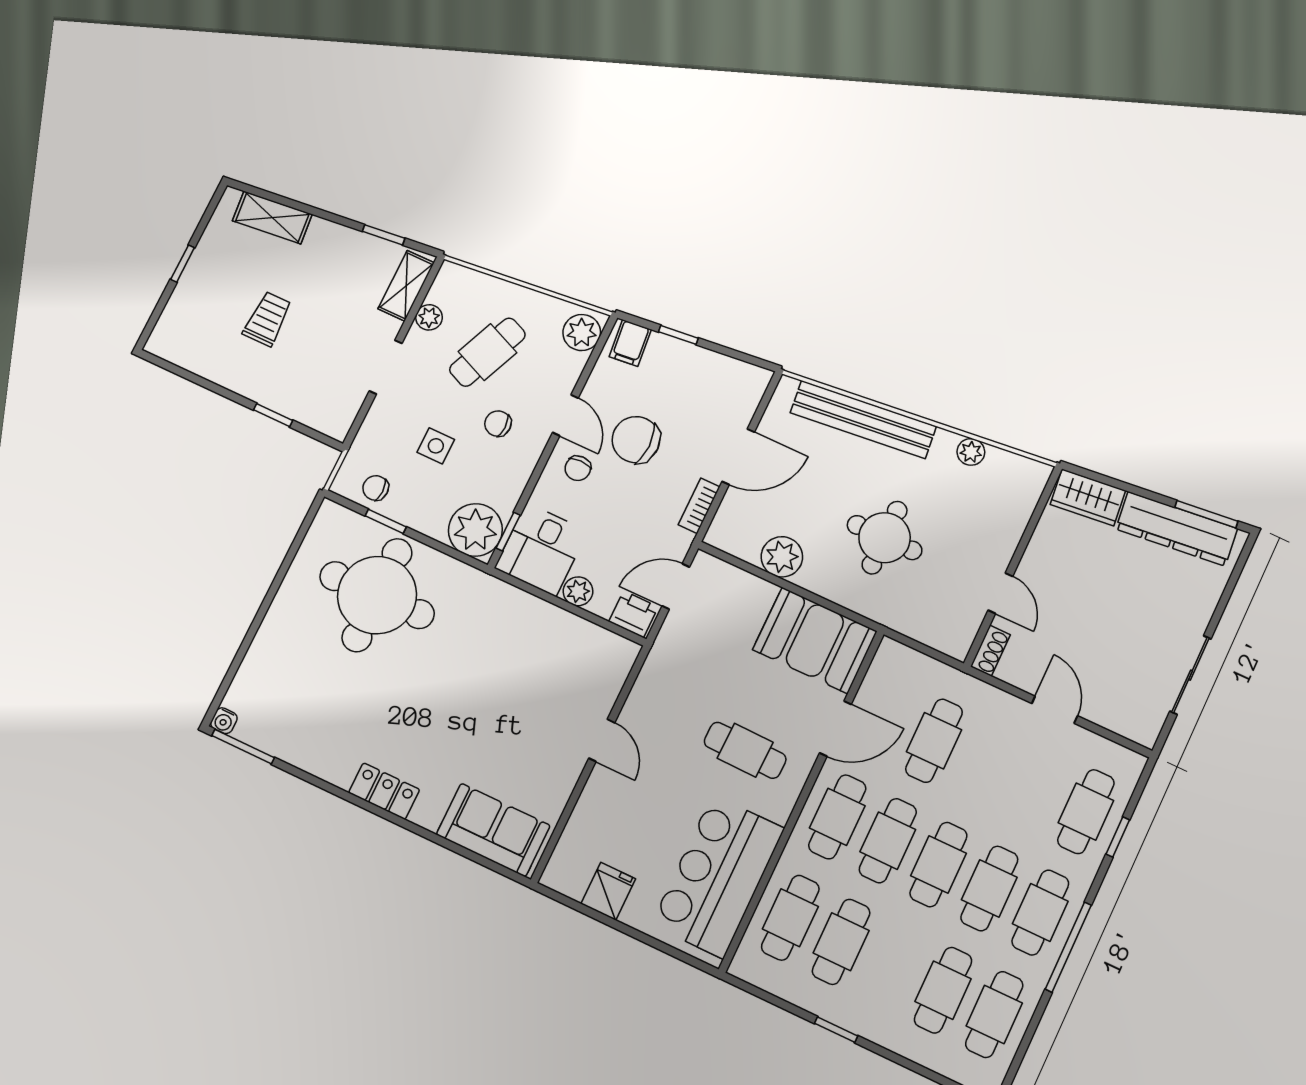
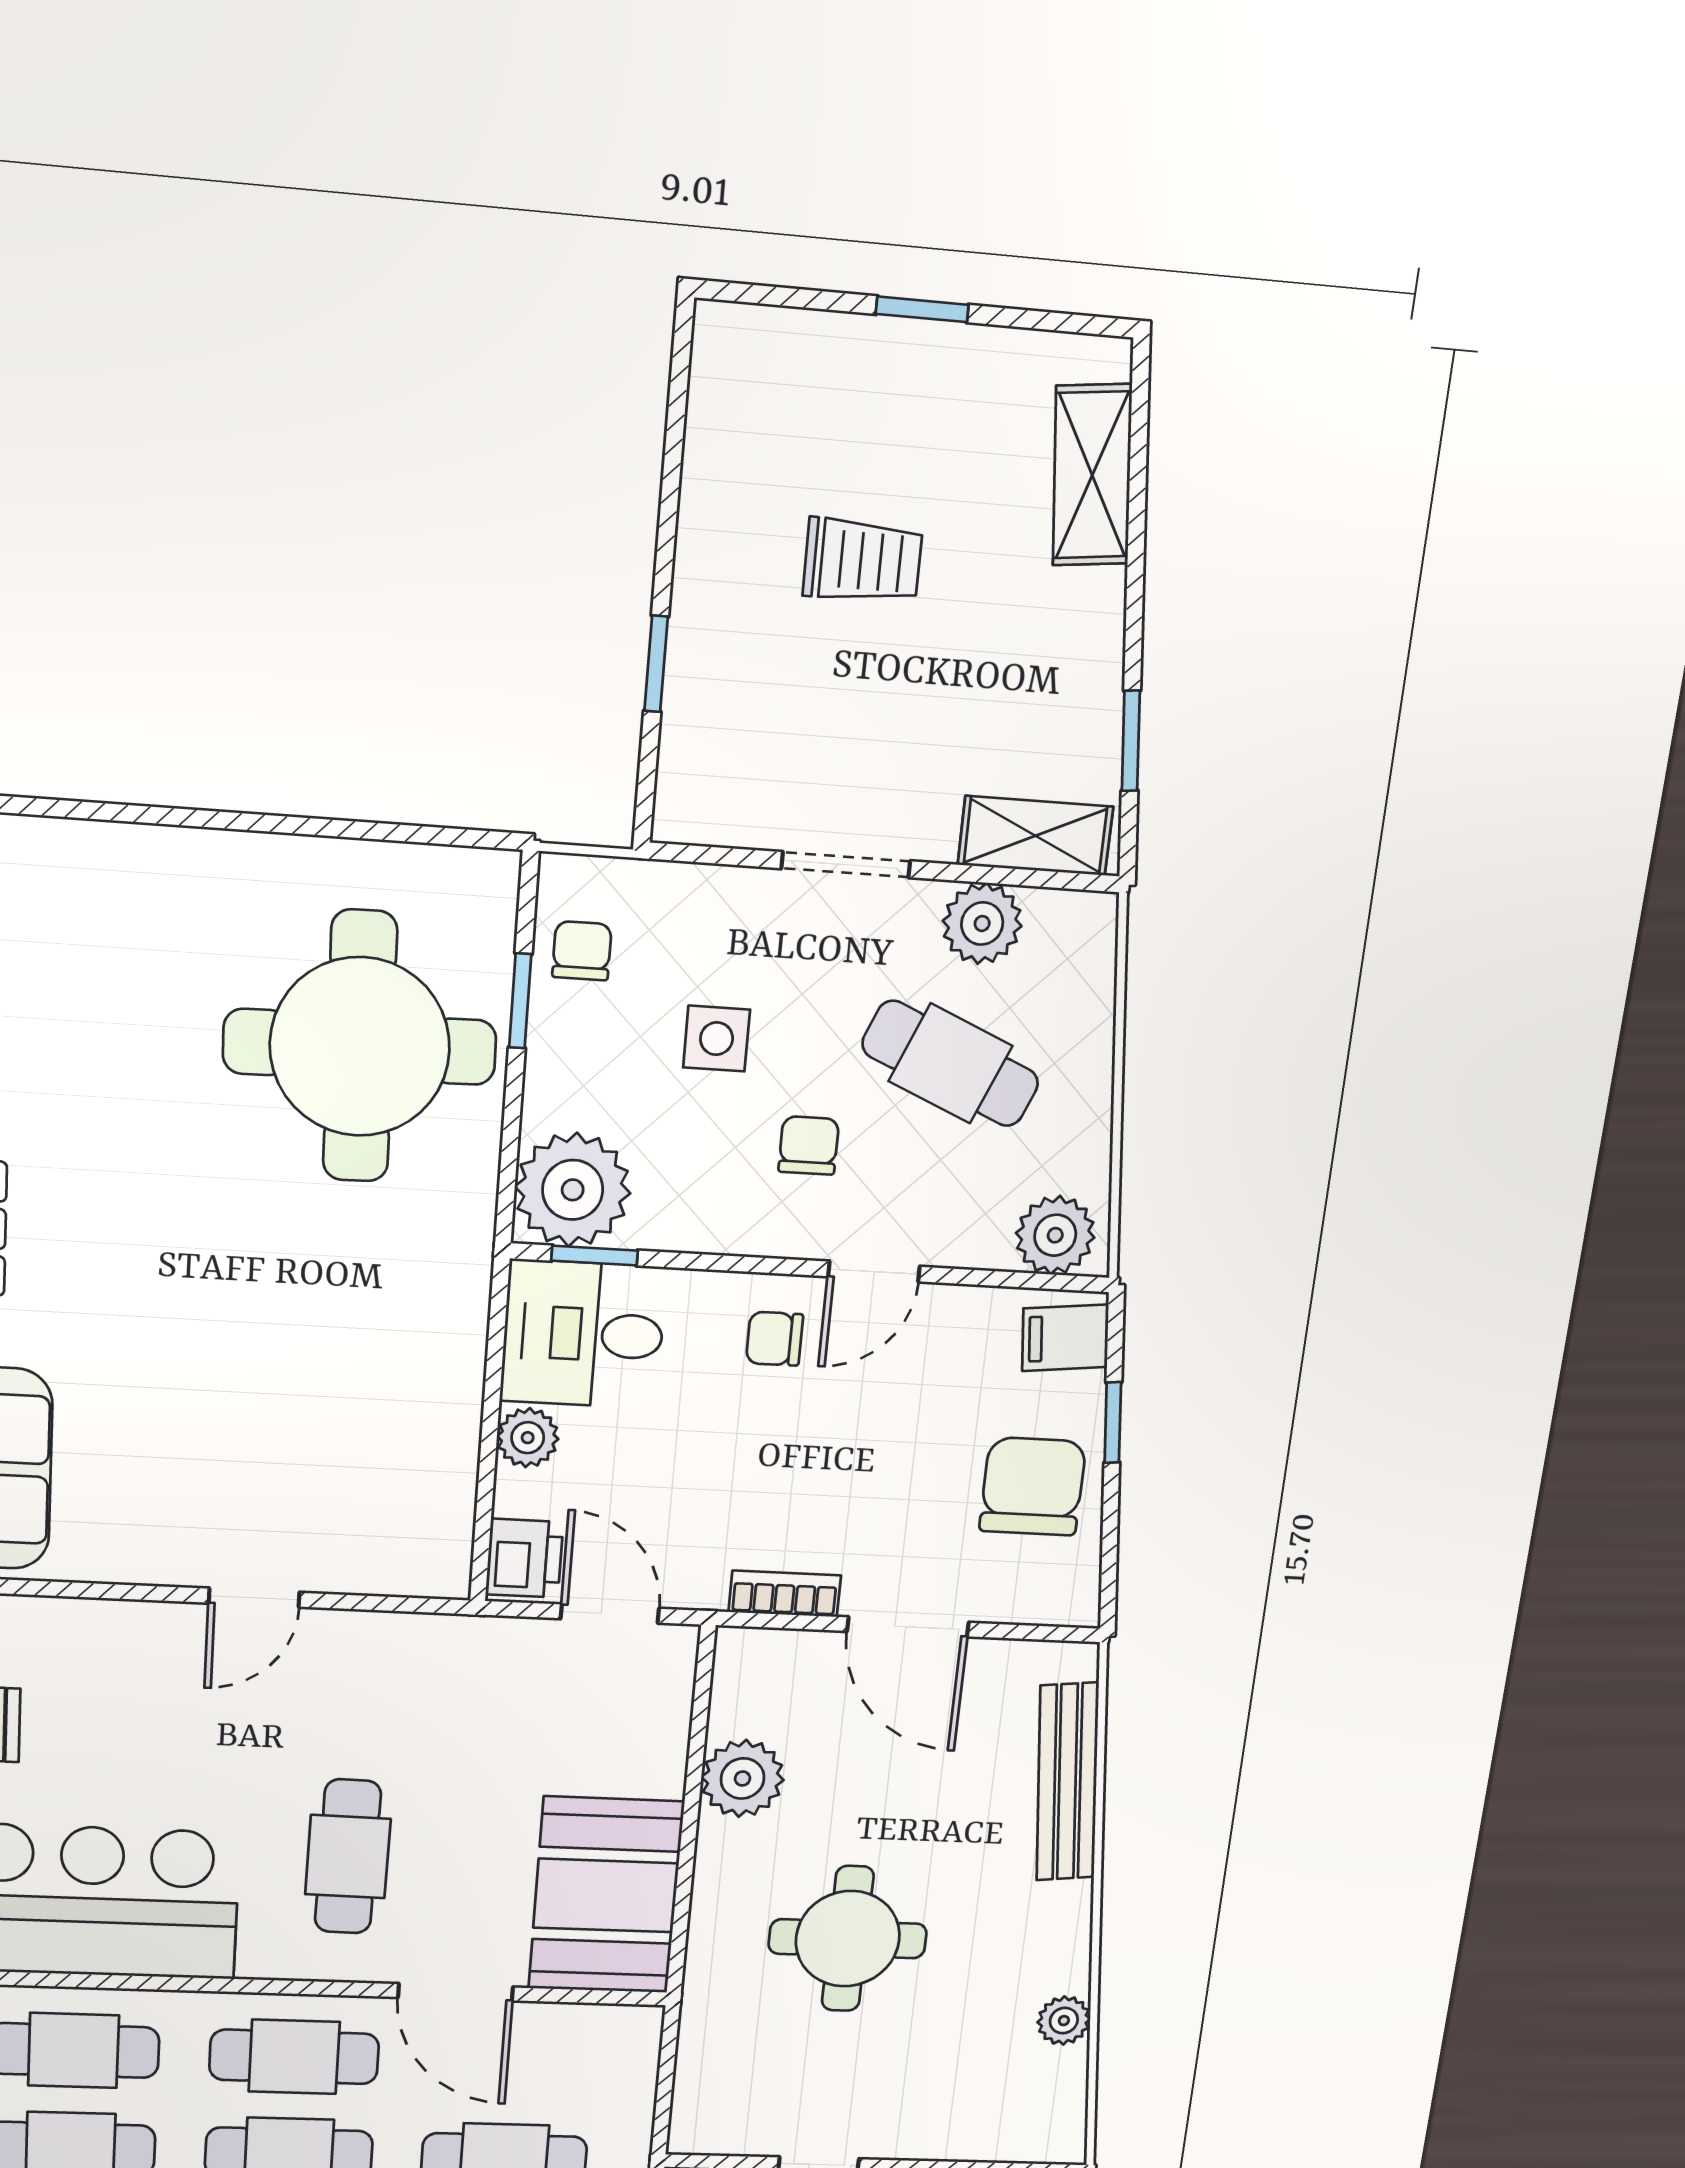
plant: (429, 317) -> (982, 923), width x1.38, depth x1.38
bench: (863, 420) -> (1067, 1782), width x0.73, depth x0.82
chair: (636, 440) -> (1033, 1486), moved

